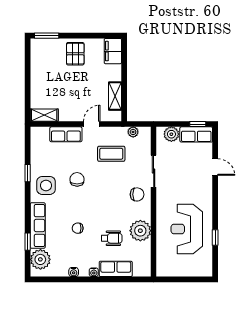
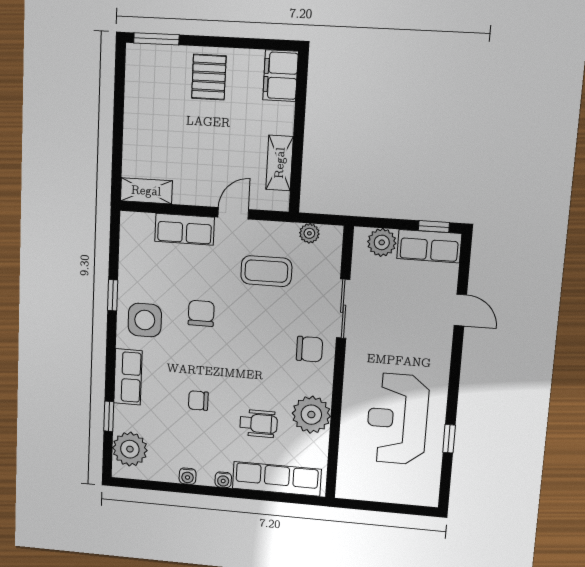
row of seats: (38, 226) -> (128, 377), width x0.68
row of seats: (116, 269) -> (277, 479), width x1.48

